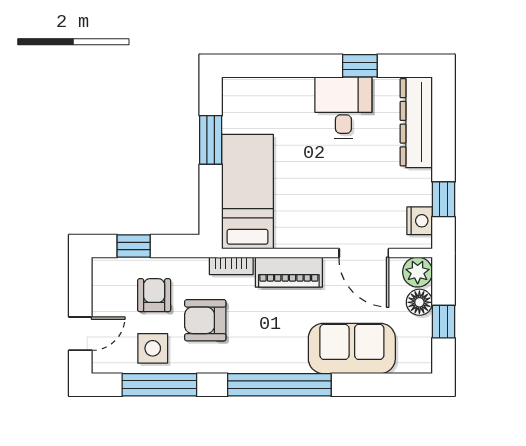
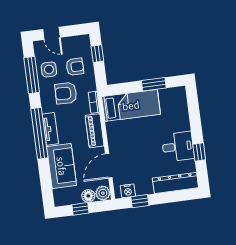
armchair: (205, 320) -> (66, 93), turned -89
tv unit: (274, 361) -> (50, 129), added

